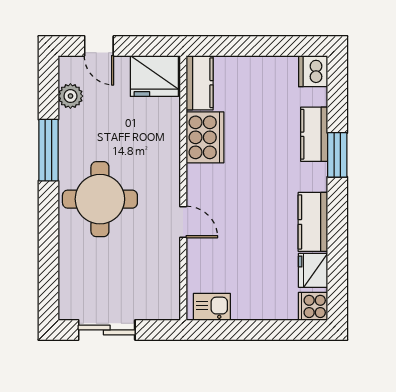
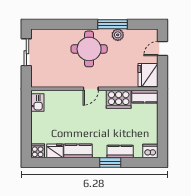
plant: (70, 96) -> (118, 35), moved
door: (183, 222) -> (91, 89), moved

